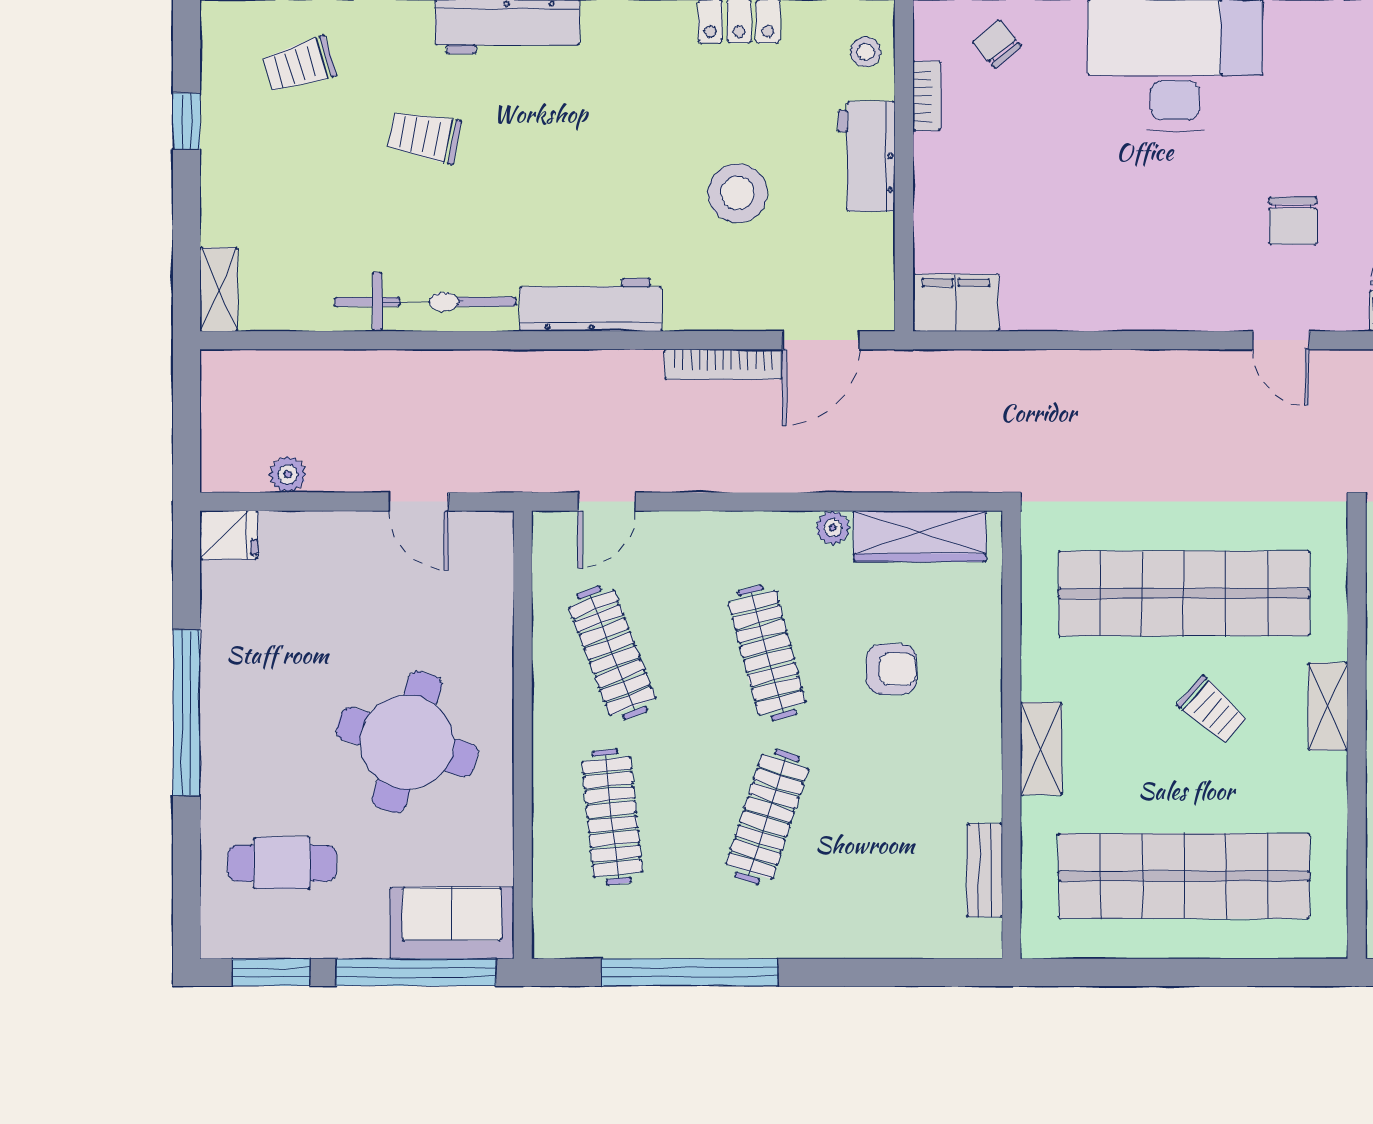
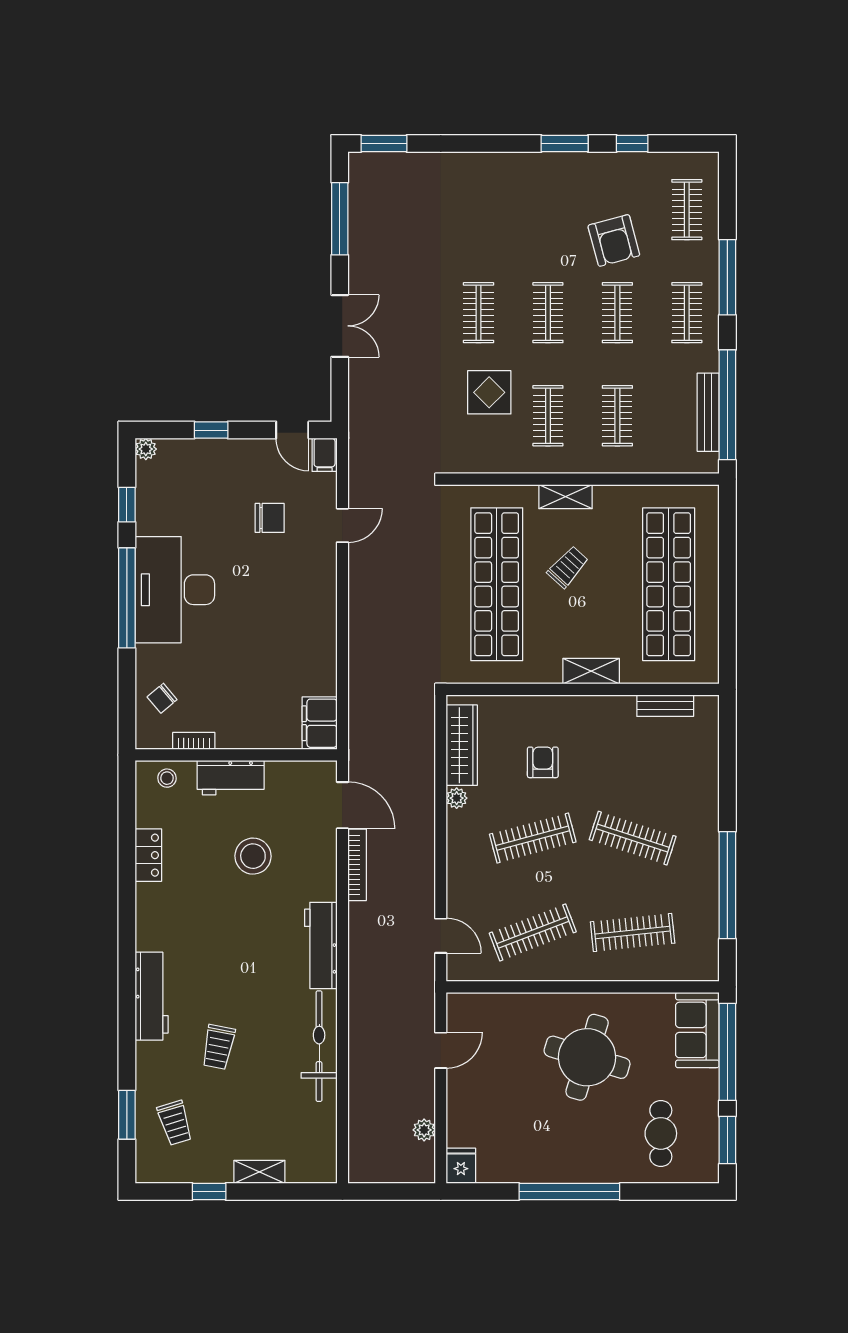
shelving: (219, 289) -> (259, 1172), moved

